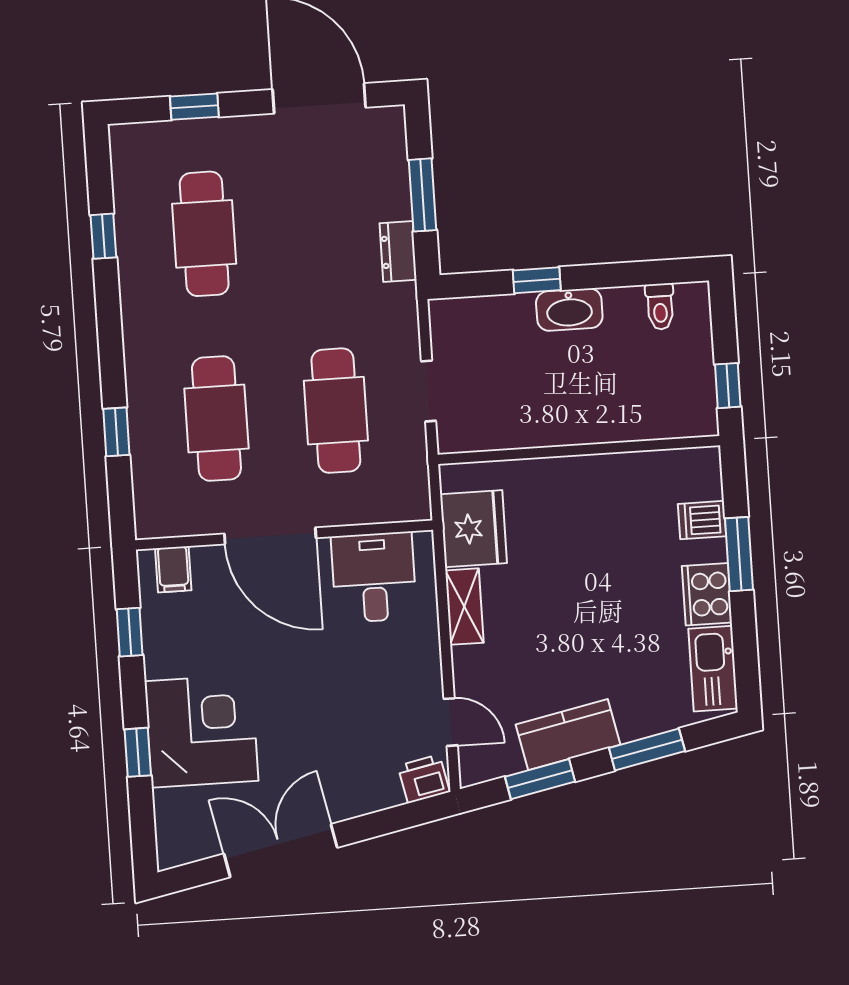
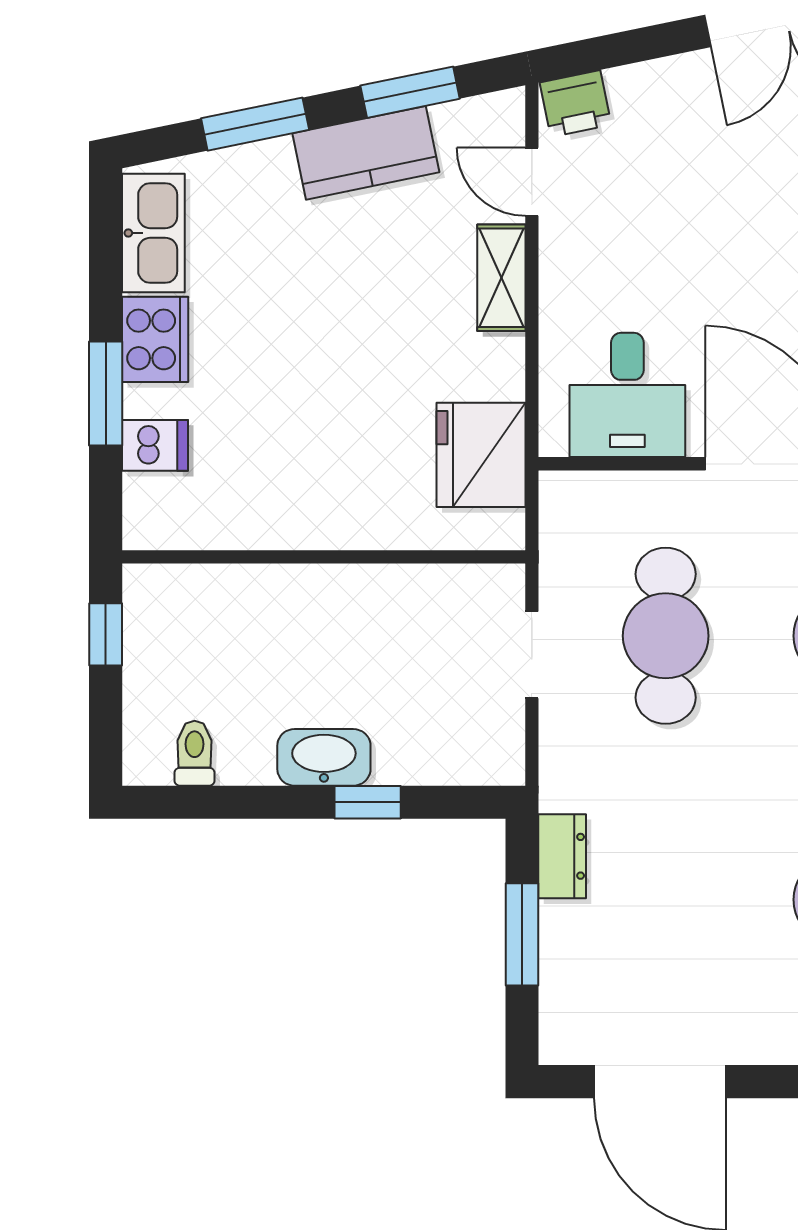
shelving: (464, 607) -> (501, 278), moved

